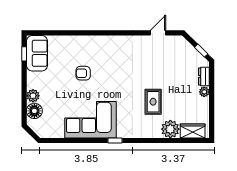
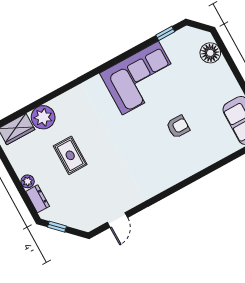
plant: (33, 96) -> (221, 69), removed
rug: (153, 102) -> (70, 155), moved
window: (115, 141) -> (165, 33), moved

